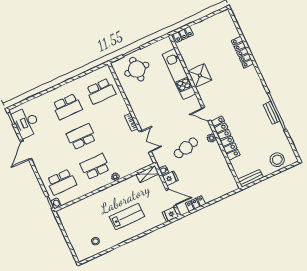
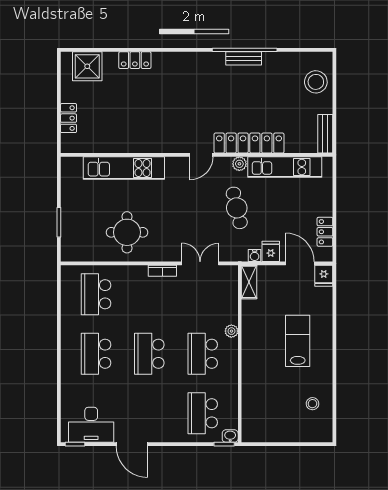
locker: (183, 34) -> (68, 118), moved
locker: (242, 52) -> (135, 60), width x0.66
round table: (137, 69) -> (127, 232), moved
shower: (200, 75) -> (87, 66), moved
school desk: (101, 91) -> (96, 294), turned 180
school desk: (67, 107) -> (96, 354), turned 180
kitchen unit: (221, 164) -> (285, 167), added
school desk: (62, 182) -> (203, 413), turned 180
door: (171, 198) -> (300, 263), hinge flipped

